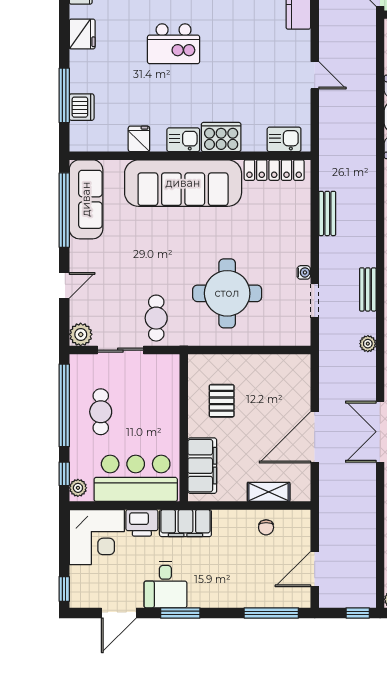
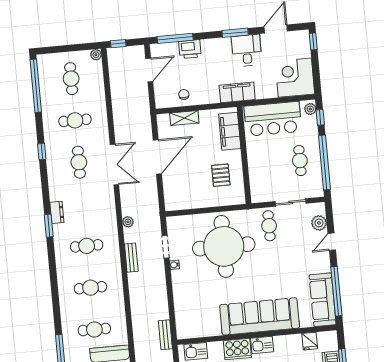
fridge: (139, 139) -> (310, 341), moved
locker: (274, 170) -> (200, 331), removed
bench: (327, 213) -> (165, 335), moved
round table: (227, 293) -> (224, 246), width x1.36, depth x1.36
plant: (81, 334) -> (319, 223), moved
printer: (142, 523) -> (190, 49), moved, turned 180

